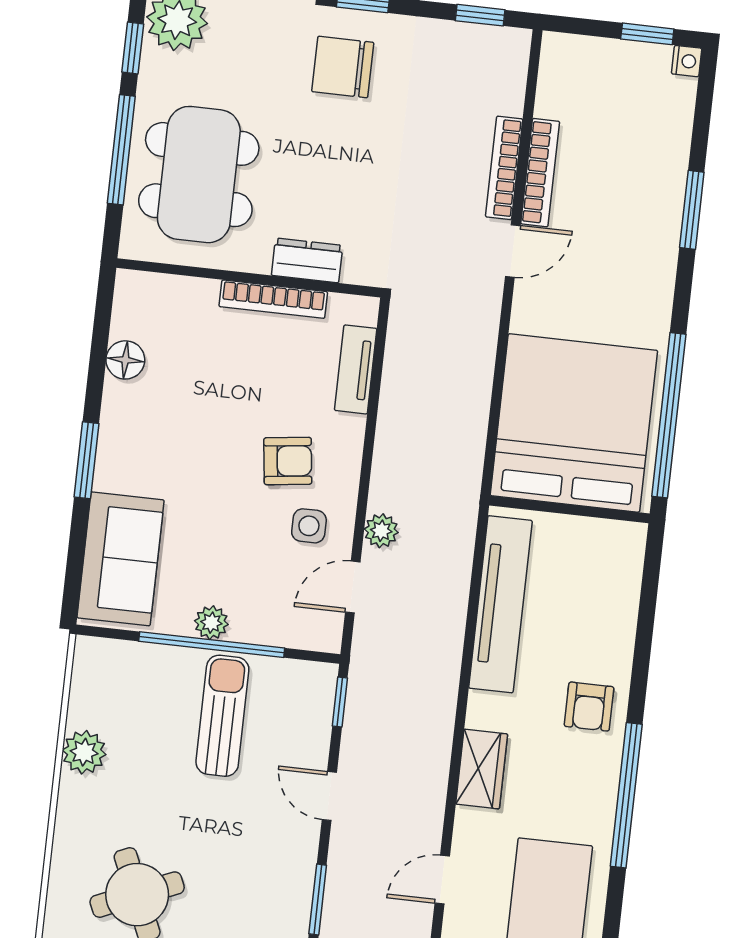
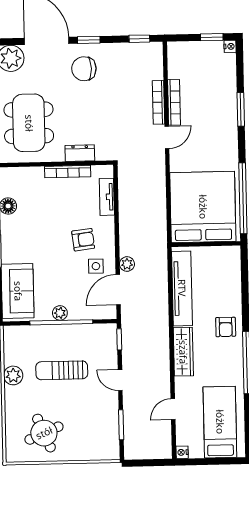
door: (353, 587) -> (118, 290), width x1.38
sun lounger: (222, 716) -> (62, 370), moved, turned -90
wardrobe: (482, 769) -> (183, 352), width x1.50

